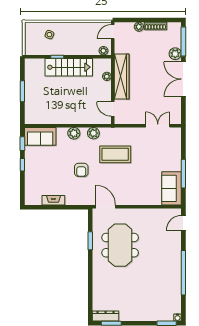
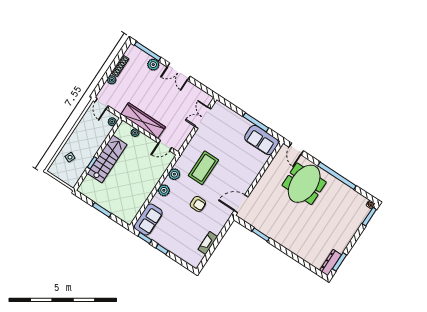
double door: (183, 79) -> (179, 72), width x0.73
meeting table: (120, 245) -> (304, 184), moved, turned 90

